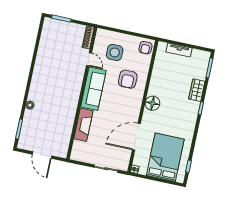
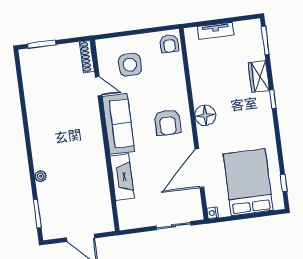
armchair: (128, 79) -> (167, 122), moved

